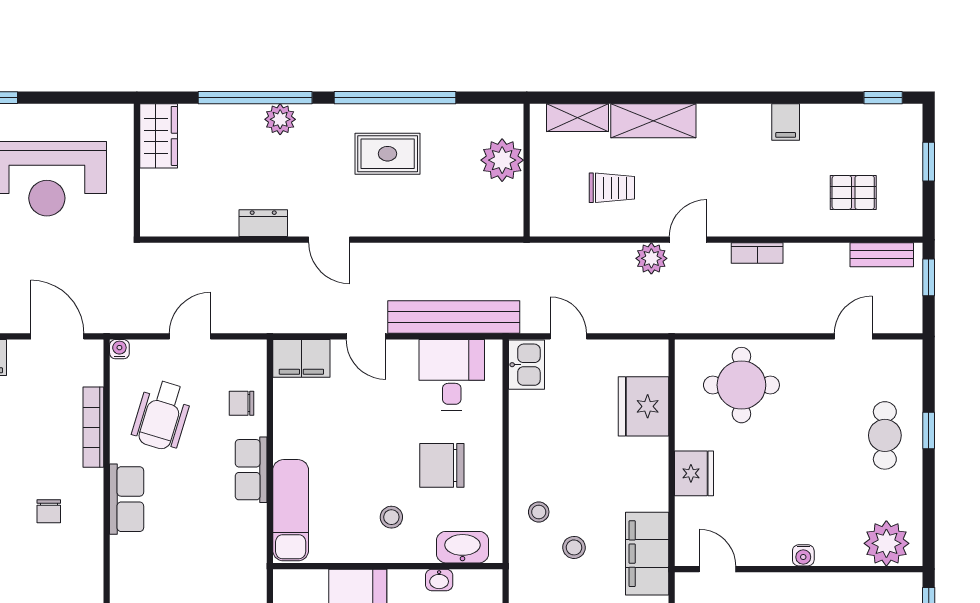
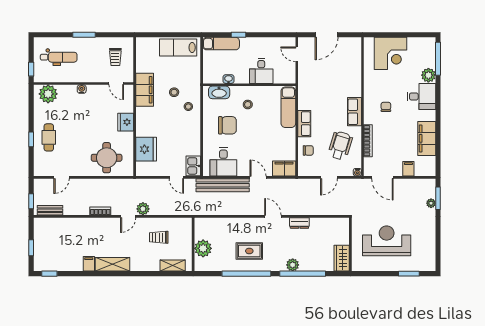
shelving: (653, 121) -> (112, 264), moved
pallet: (853, 193) -> (62, 235), removed

